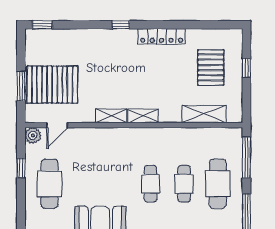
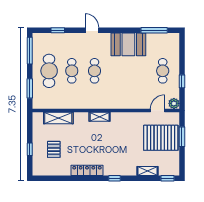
pallet: (211, 67) -> (54, 149), width x0.67, depth x0.71
shelving: (111, 116) -> (147, 171), moved
window: (246, 158) -> (30, 88), width x0.69
cafe table: (50, 184) -> (163, 71), width x0.73, depth x0.74

